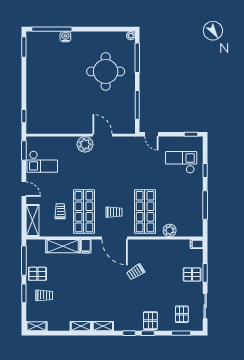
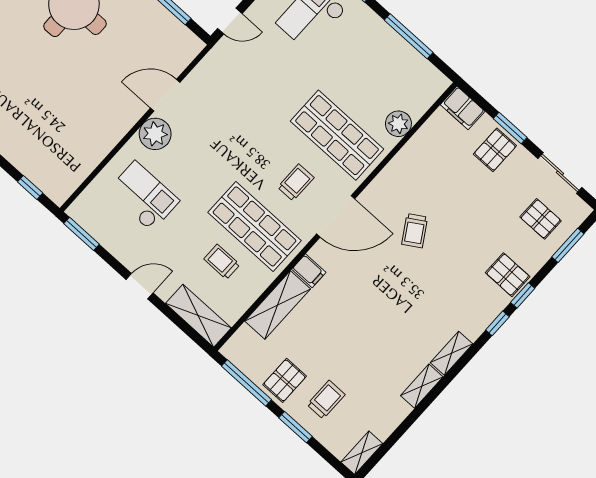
checkout: (42, 162) -> (143, 196), moved, turned -90
filing cabinet: (197, 244) -> (463, 108), width x2.00

